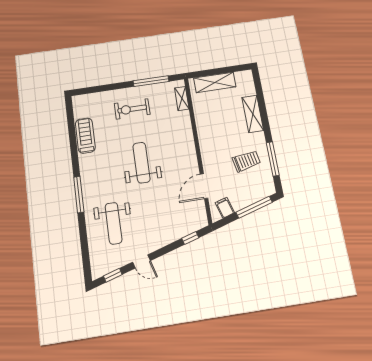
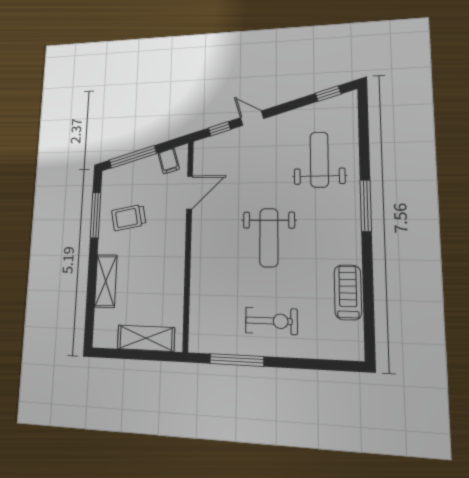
shelving: (182, 99) -> (197, 323), removed
treadmill: (85, 136) -> (348, 292), turned 180
door: (142, 261) -> (252, 118), moved

